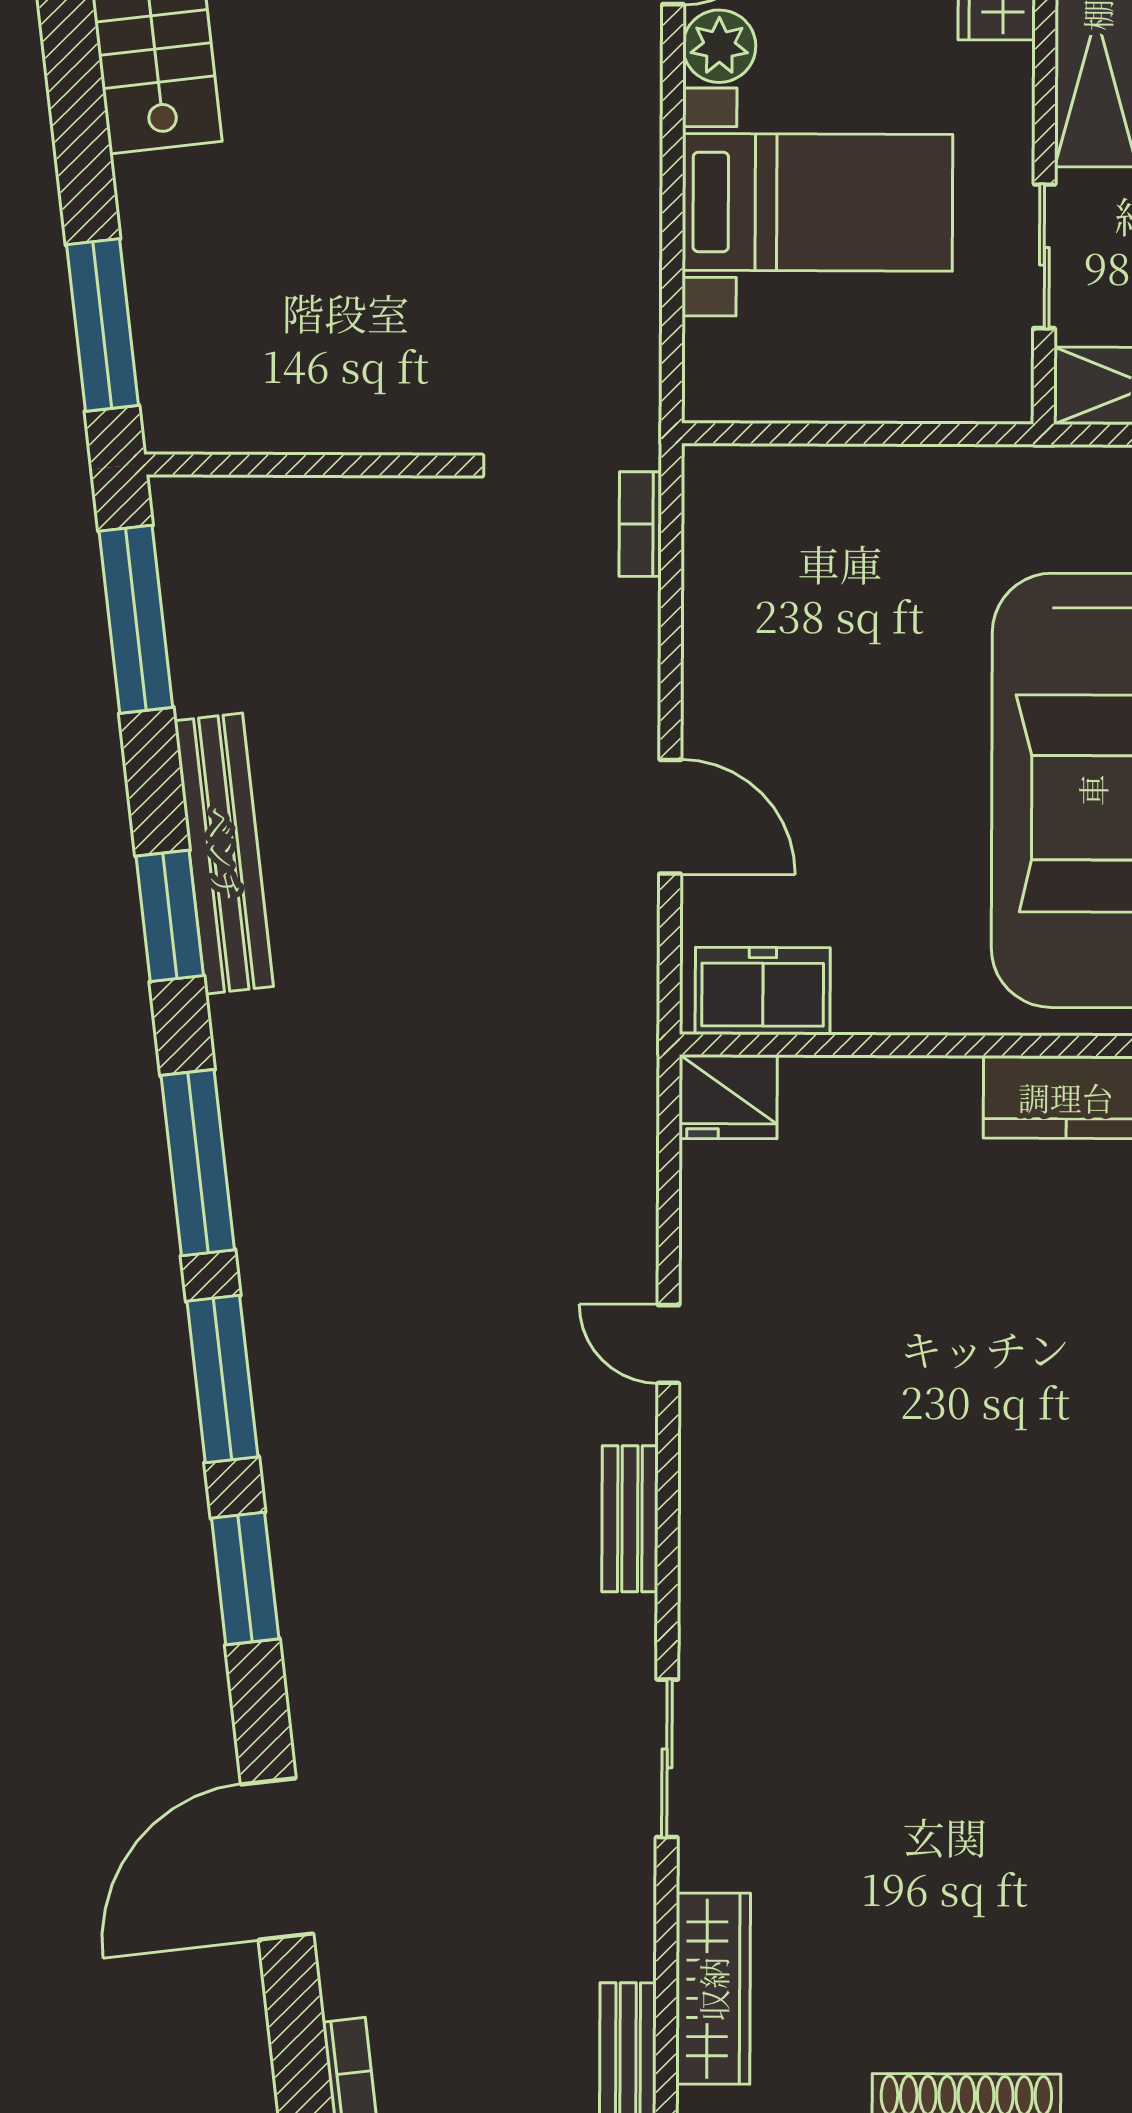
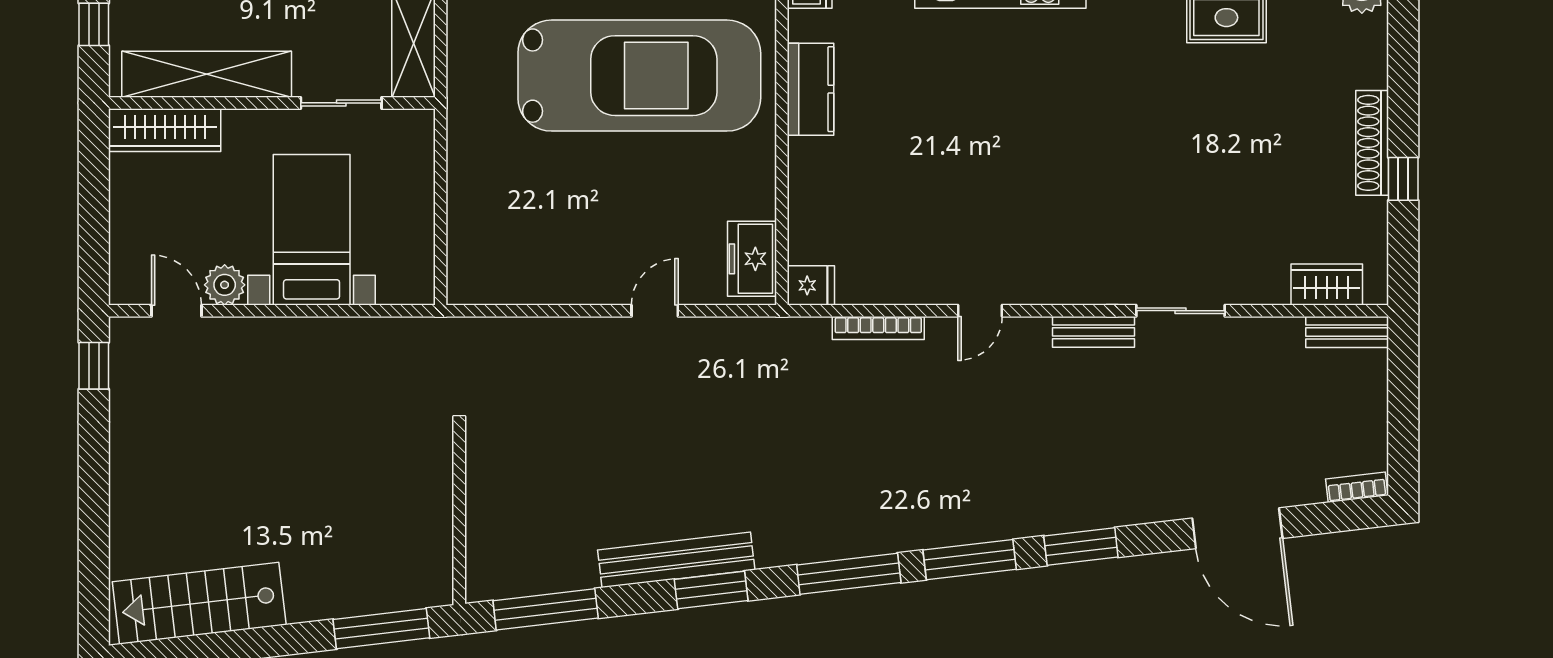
bookcase: (640, 524) -> (878, 328), moved, width x1.56
door: (670, 817) -> (655, 311), width x0.73
fridge: (728, 1097) -> (811, 285), width x0.72
door: (668, 1344) -> (980, 311), moved
bench: (630, 1519) -> (1094, 332), moved
wardrobe: (713, 1989) -> (1327, 285), width x0.67

